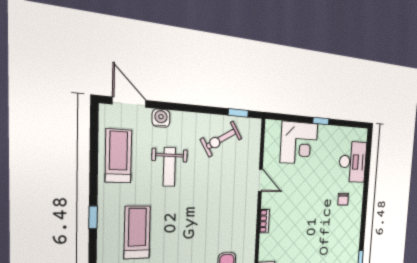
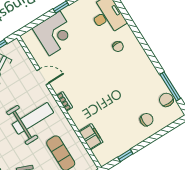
weight bench: (222, 219) -> (33, 118), added

